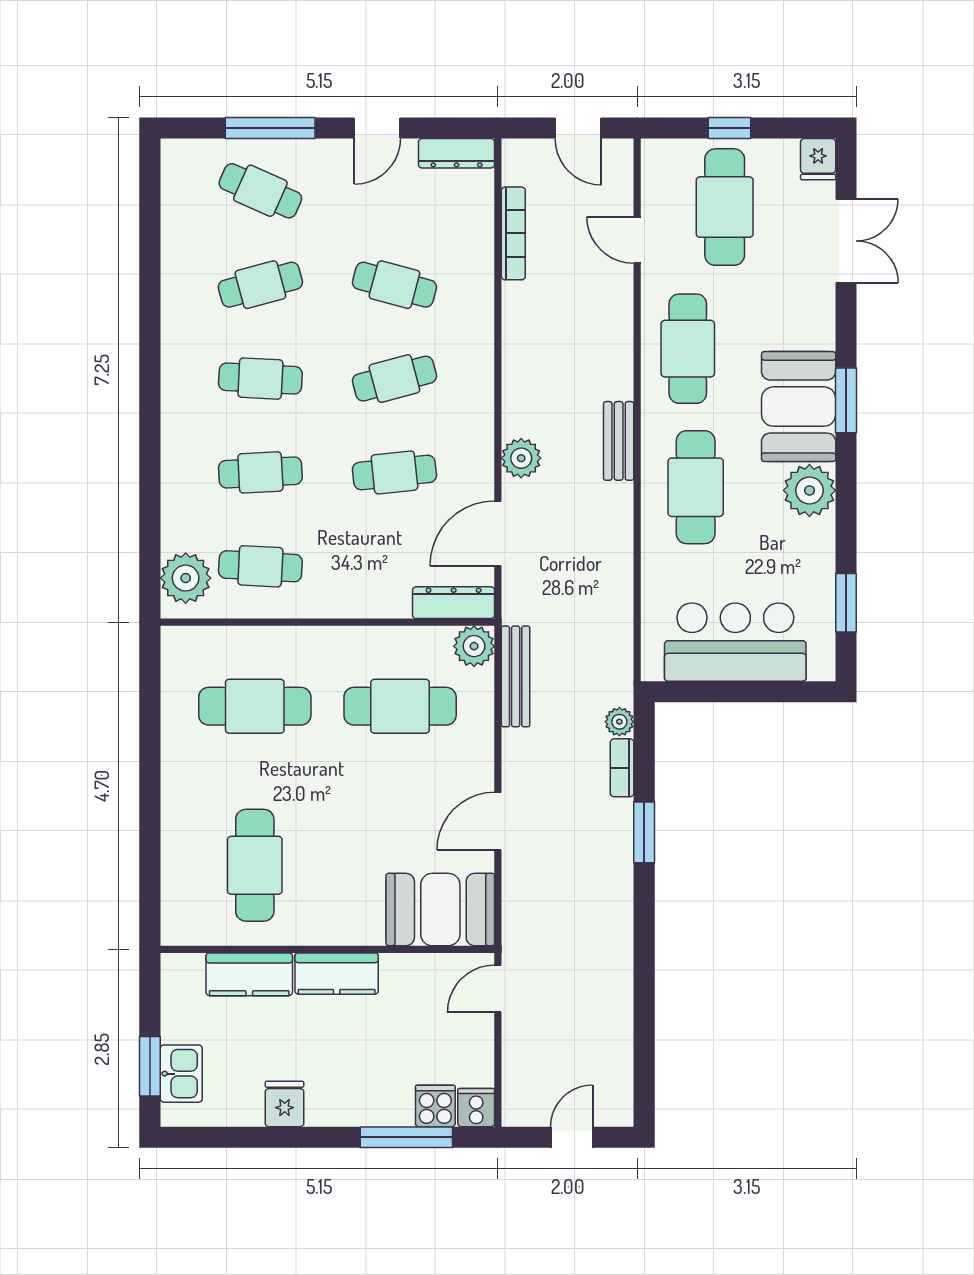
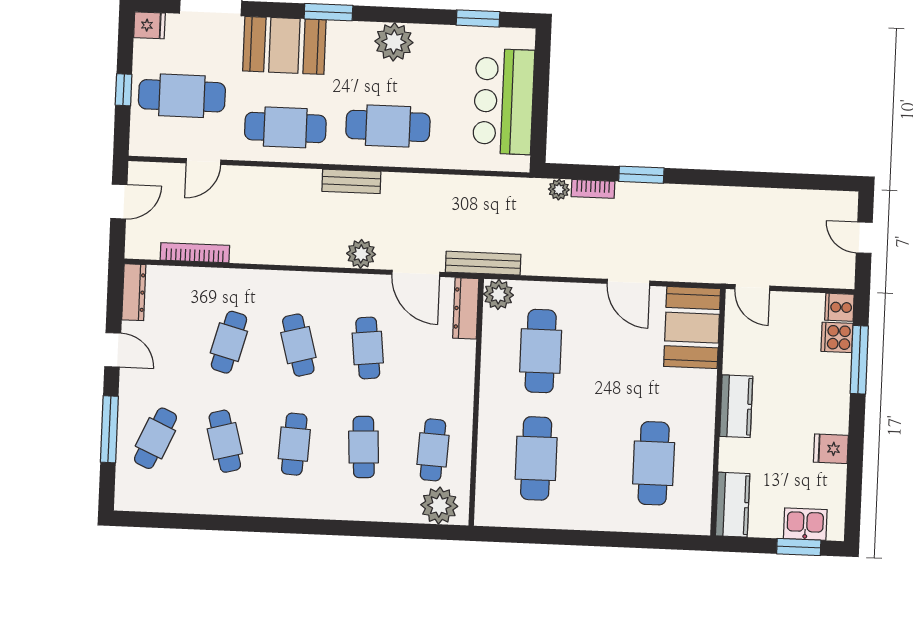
booth: (799, 407) -> (284, 45), moved
bench: (516, 676) -> (483, 263), moved
cafe table: (255, 865) -> (654, 463), turned 90
kitchen counter: (249, 974) -> (733, 505), moved

